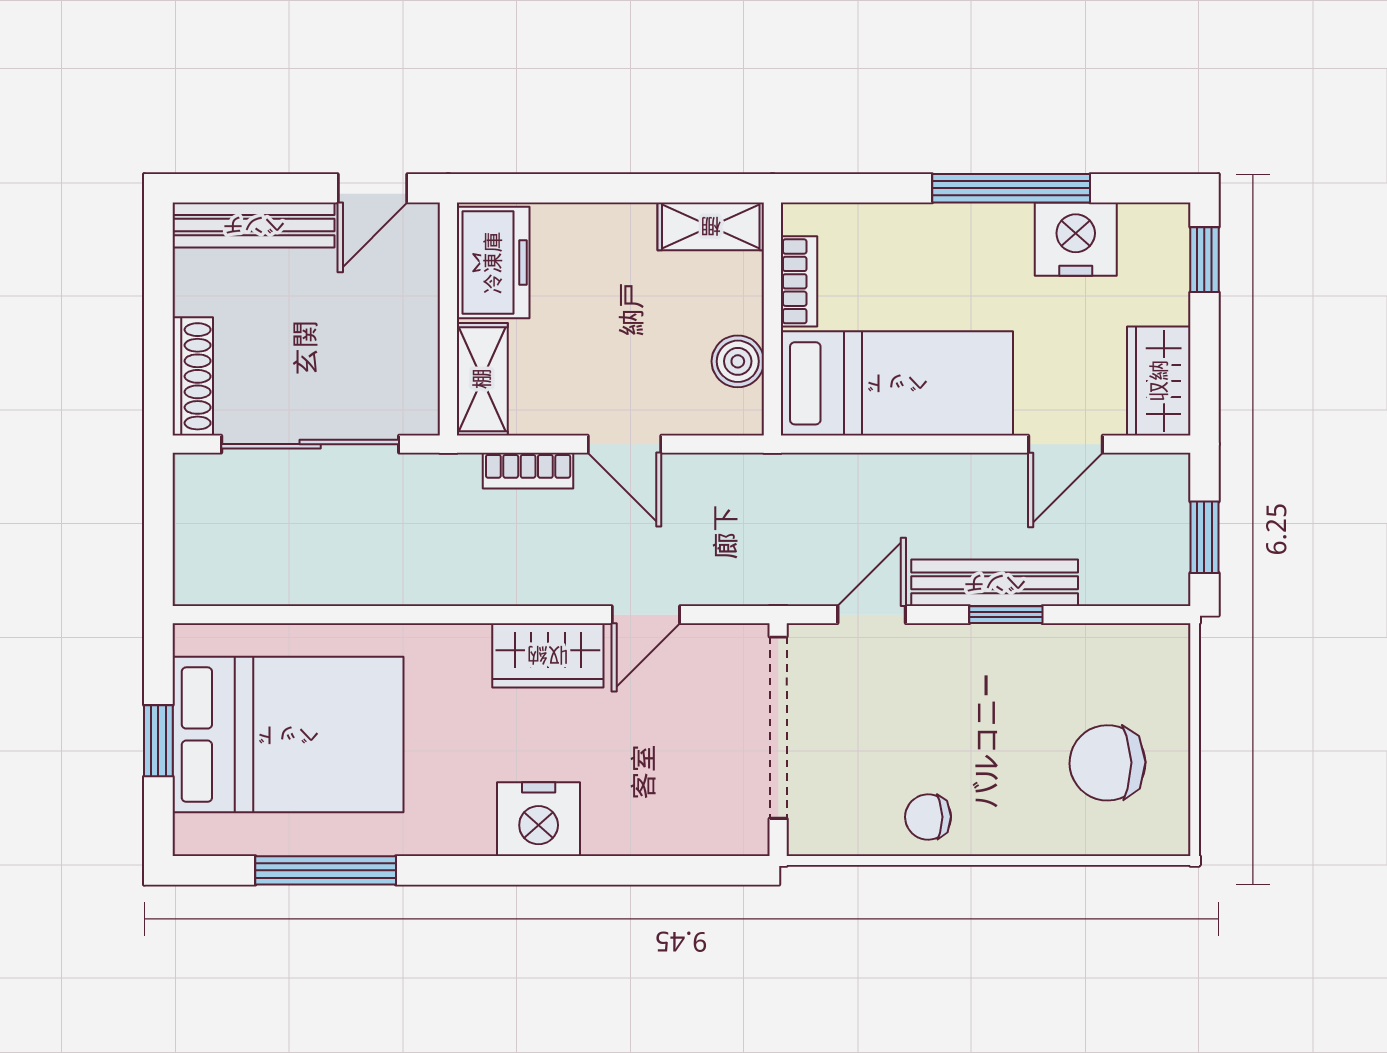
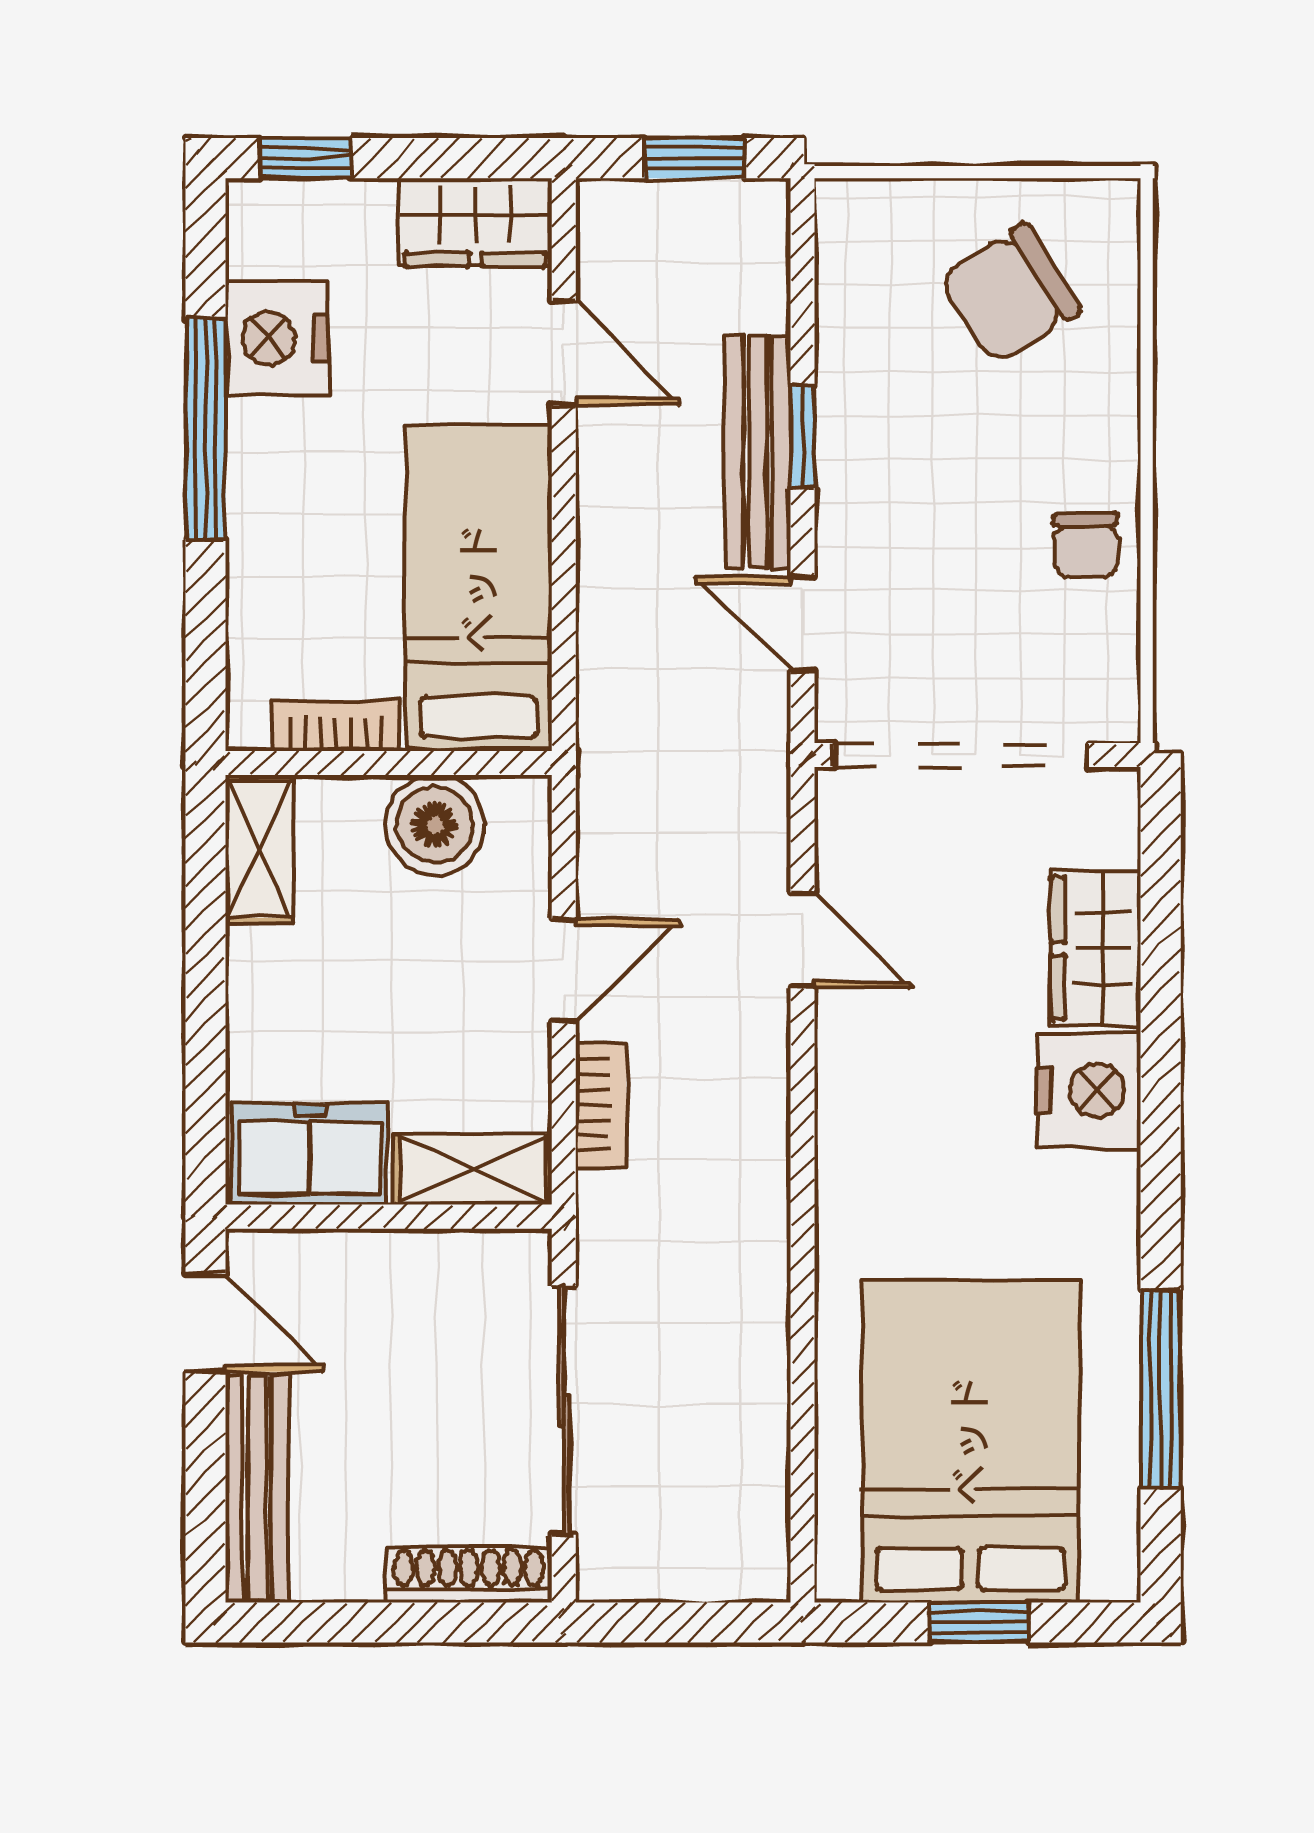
boiler: (738, 361) -> (435, 825), width x1.36, depth x1.36
wardrobe: (548, 655) -> (1096, 949), moved, turned 180
chair: (1107, 763) -> (1010, 294), turned 59

